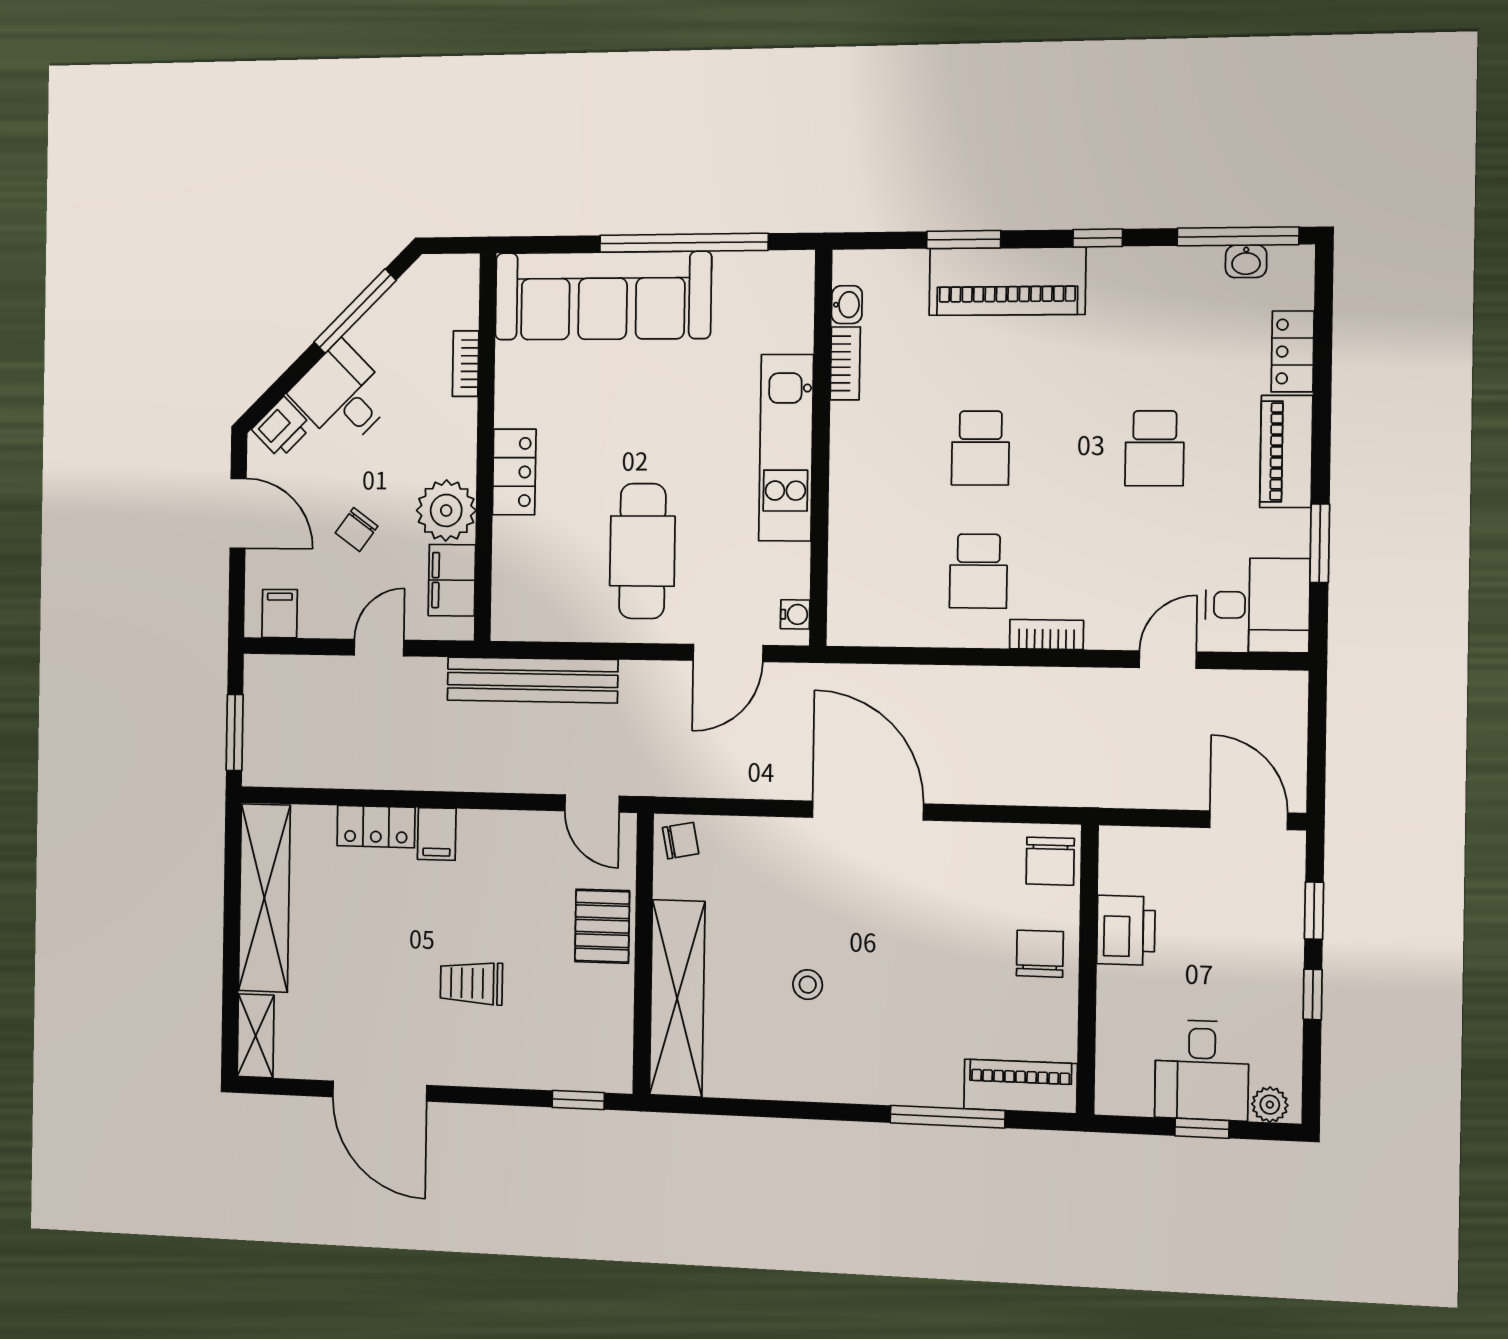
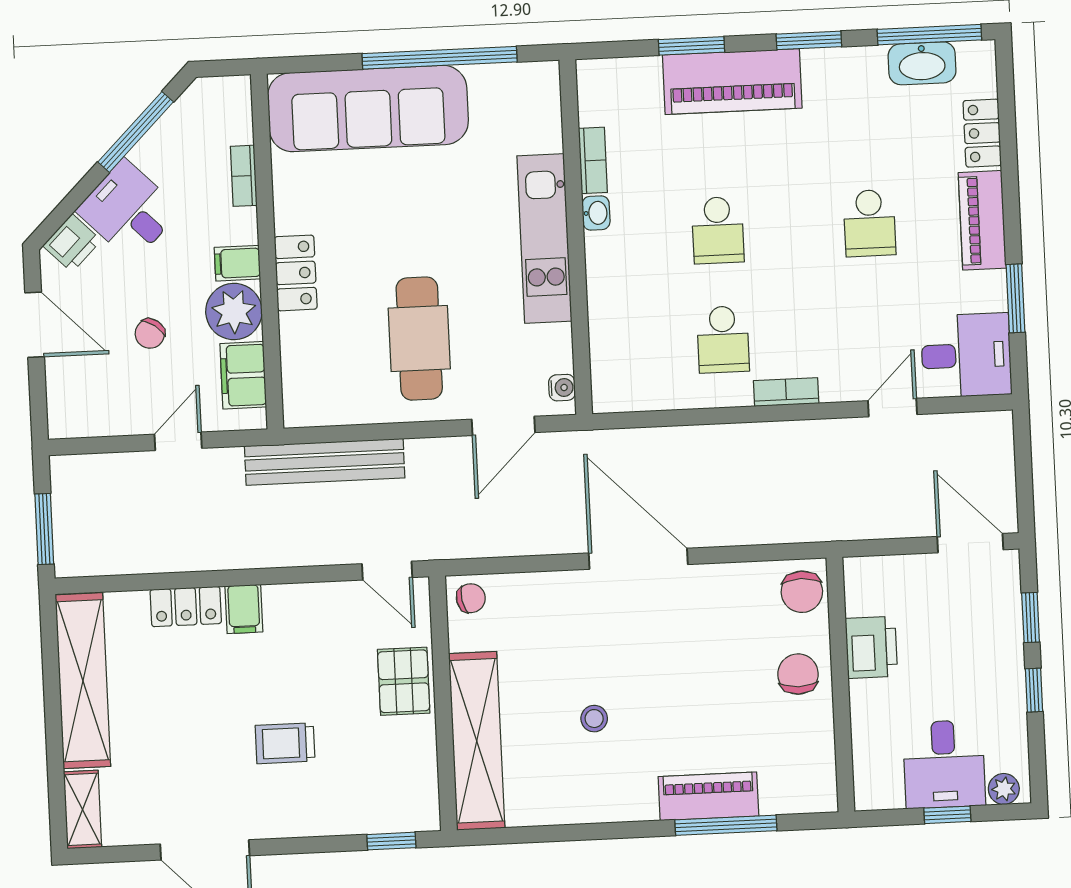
window: (1098, 238) -> (809, 40), width x1.50
washbasin: (1246, 261) -> (922, 63), width x1.91, depth x1.45
washbasin: (847, 305) -> (596, 213), moved
filing cabinet: (280, 614) -> (237, 263), moved, turned -90
piano: (1020, 1086) -> (708, 796), moved

